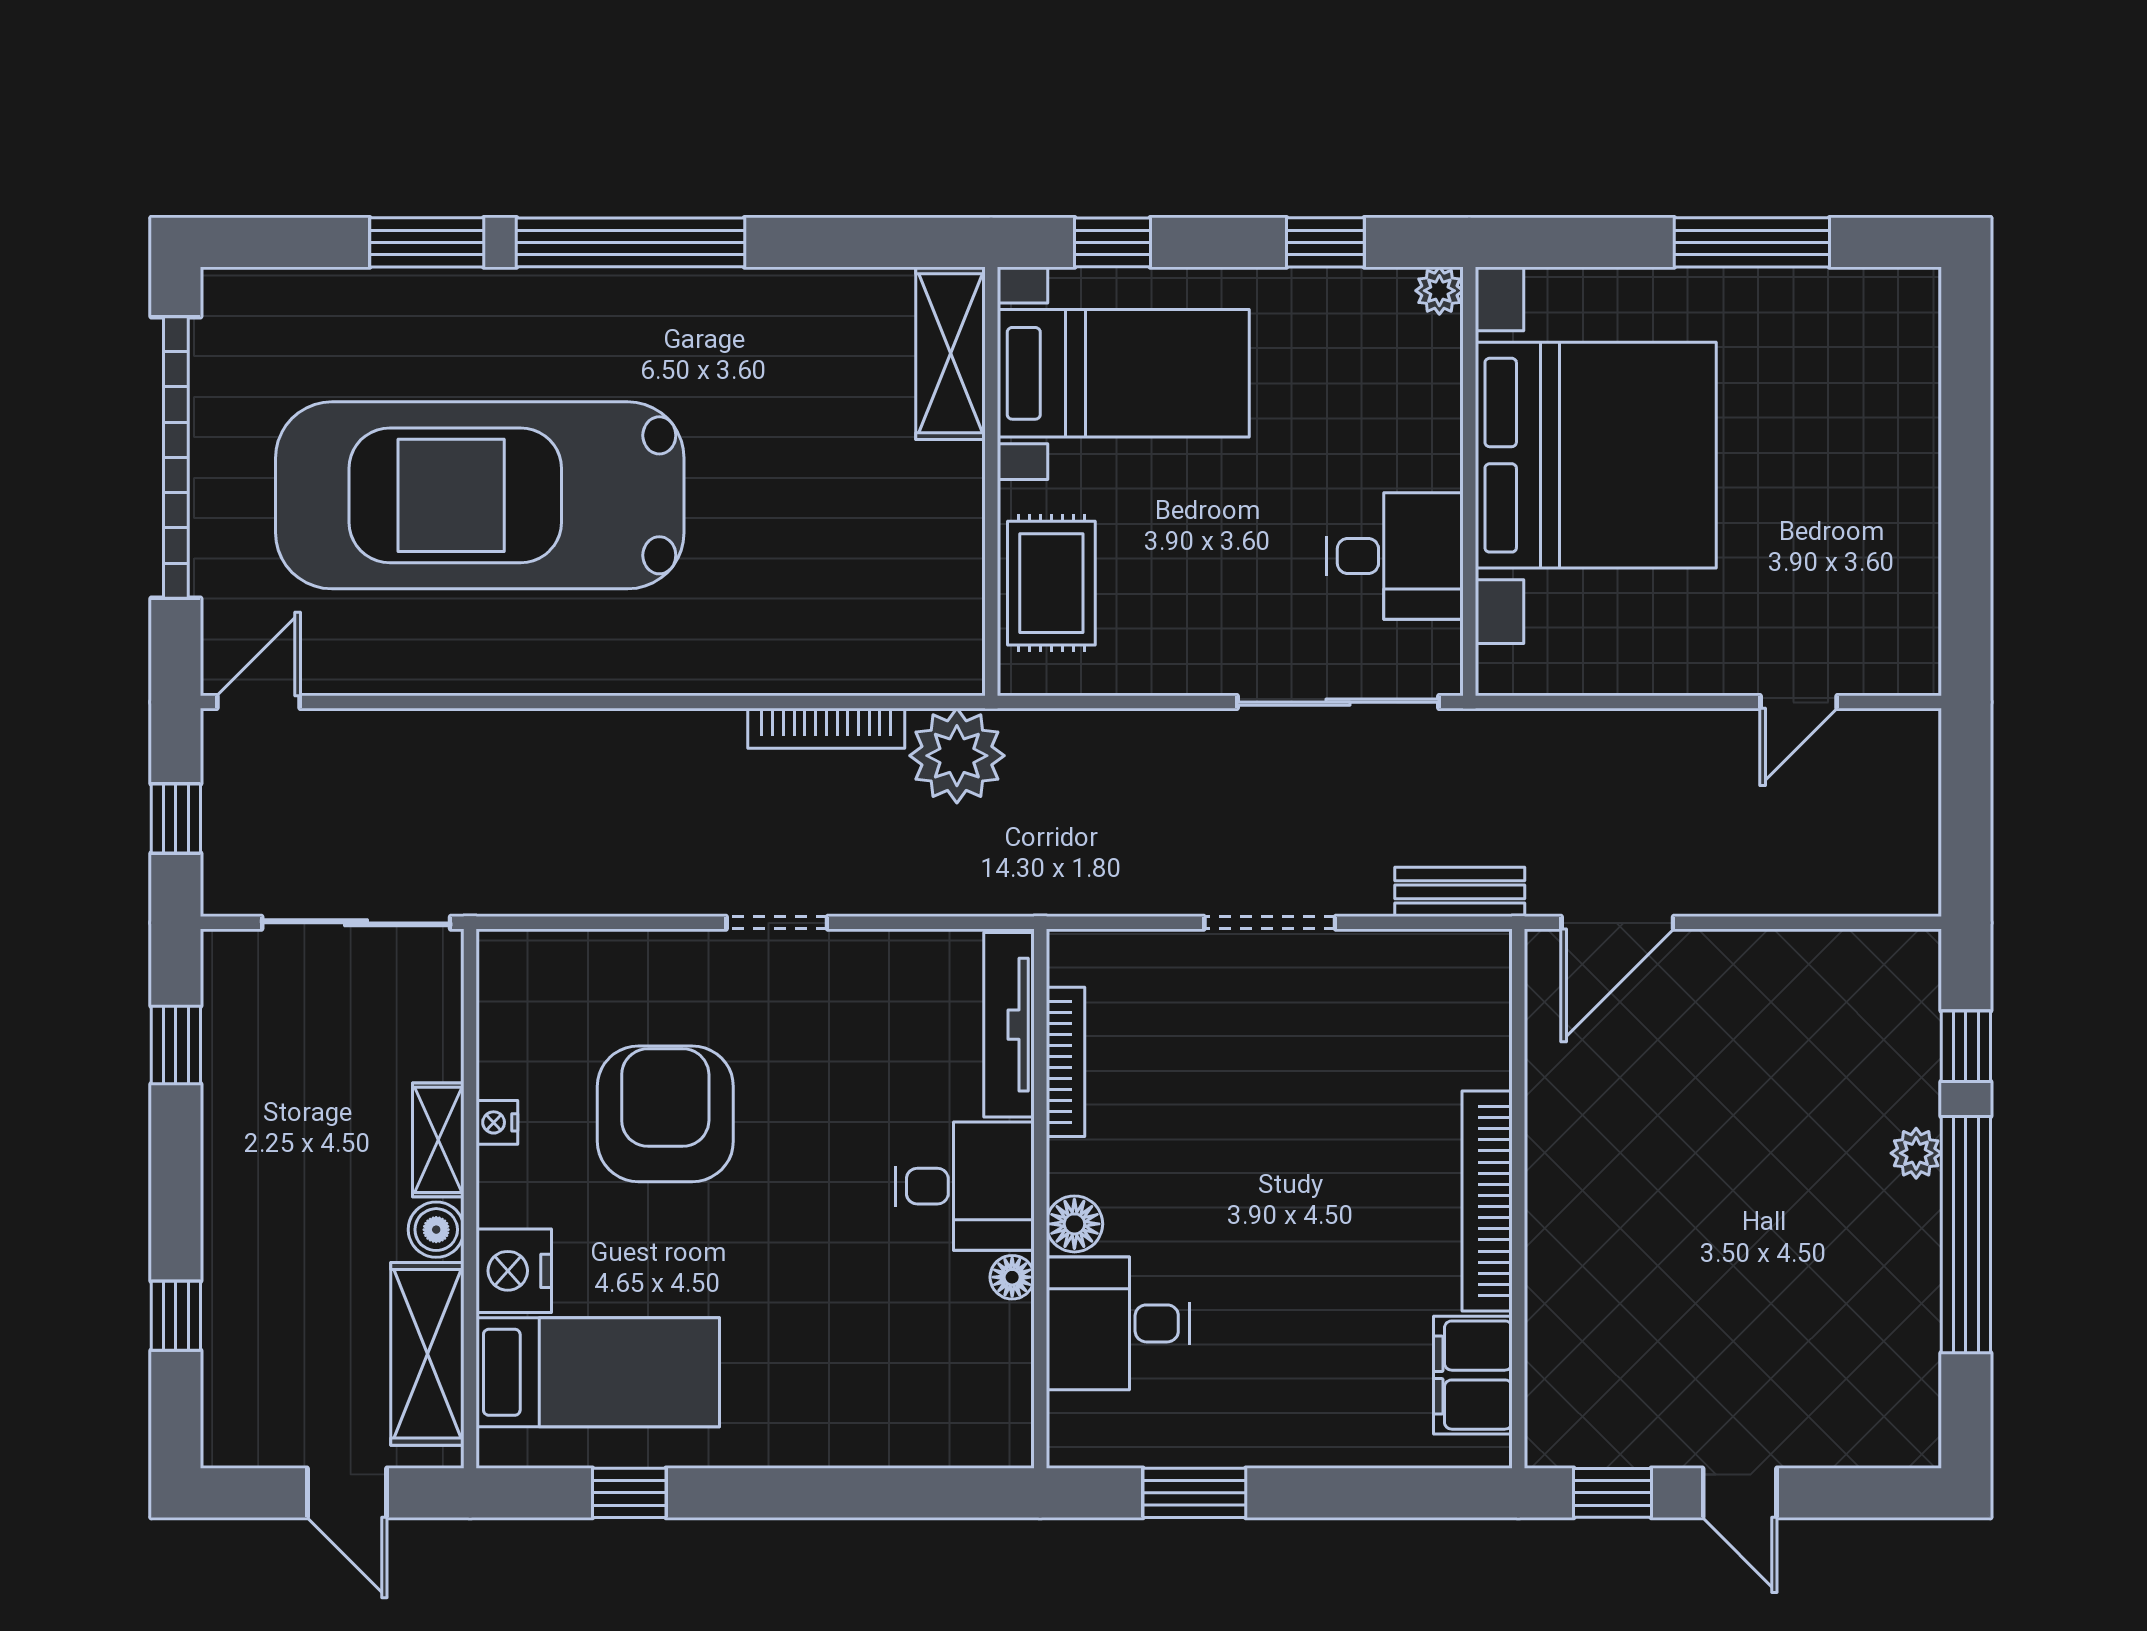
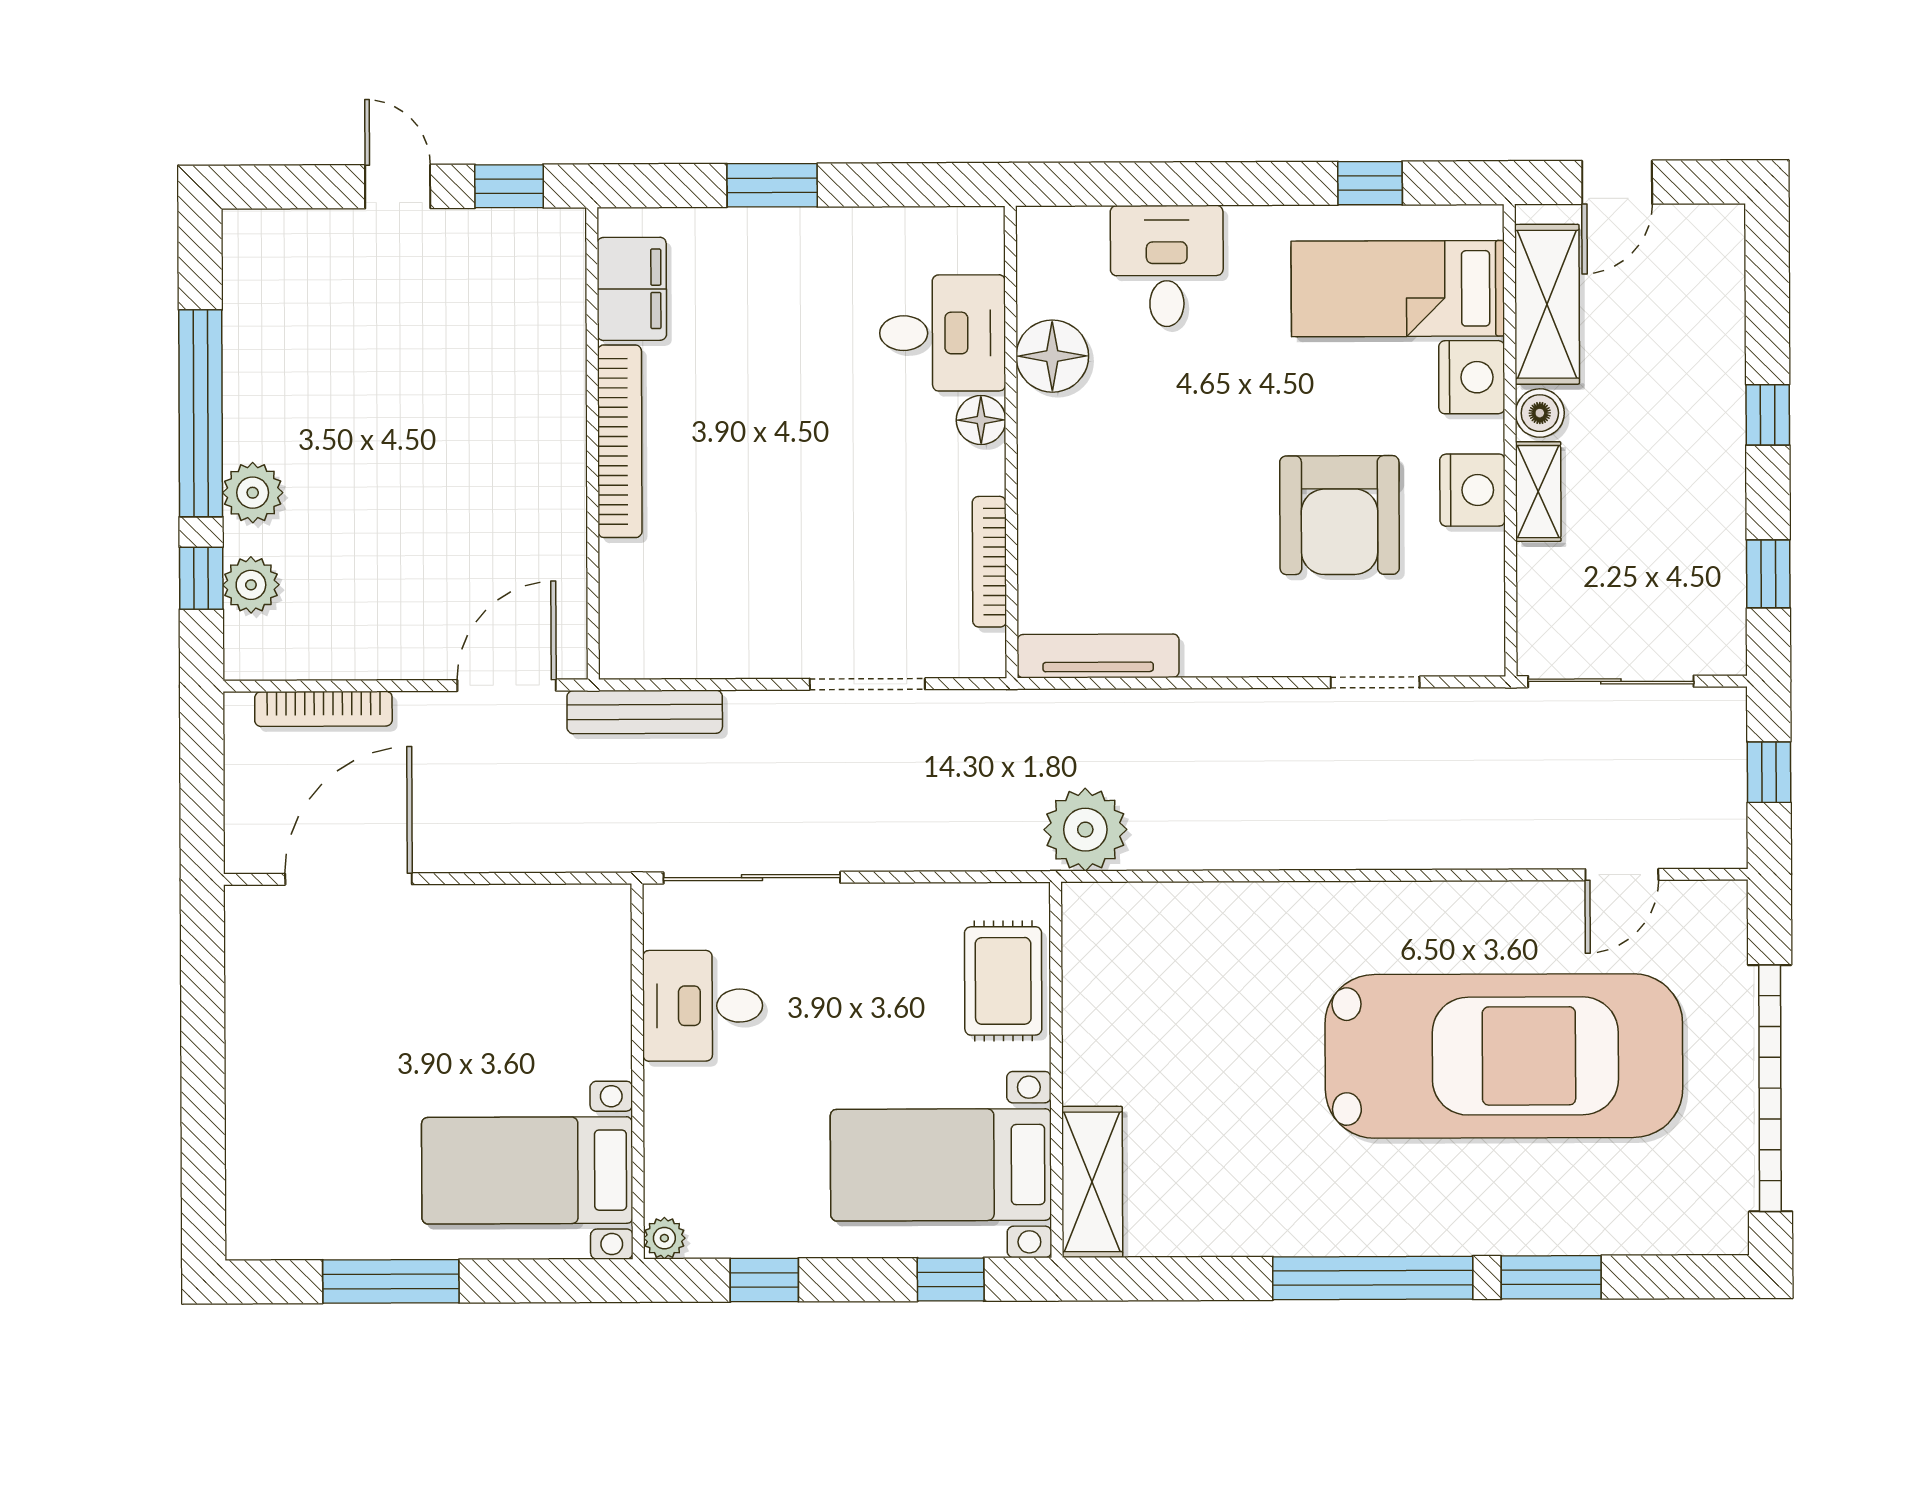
bed with nightstands: (1596, 455) -> (527, 1170), width x0.54
door: (258, 702) -> (1622, 875), moved
door: (1799, 702) -> (349, 879), width x1.87
bookcase: (826, 728) -> (323, 709), moved, turned 180
bench: (1460, 892) -> (645, 712), width x1.36
doorway: (777, 923) -> (1375, 682), moved
doorway: (1270, 923) -> (867, 684), moved
tv unit: (1009, 1025) -> (1098, 656), moved, turned -90
plant: (1909, 1039) -> (251, 585), added
nightstand: (497, 1122) -> (1472, 490), width x1.89, depth x1.79
plant: (1916, 1153) -> (253, 493), width x1.38, depth x1.38
desk: (965, 1186) -> (1167, 266), moved, turned 90
floor lamp: (1012, 1277) -> (1052, 356), width x1.89, depth x1.89
window: (176, 1316) -> (1768, 415), moved
door: (347, 1493) -> (1617, 182), swing flipped
window: (1194, 1493) -> (772, 185), moved

